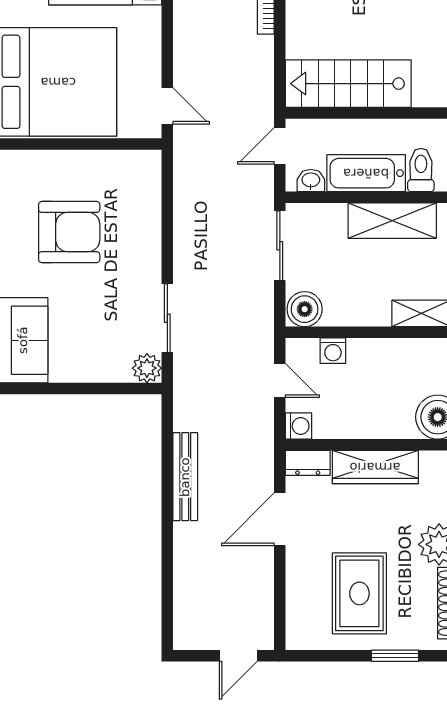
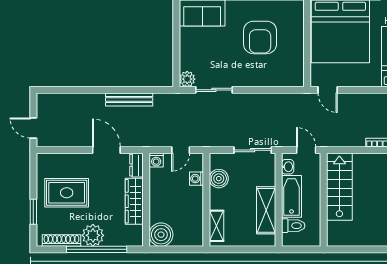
door: (167, 106) -> (328, 90), hinge flipped
boiler: (305, 309) -> (219, 179), moved

